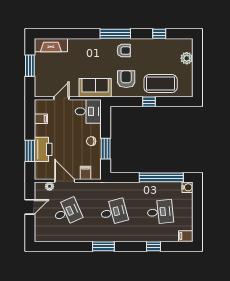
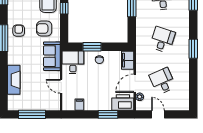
fireplace: (51, 45) -> (14, 80), moved
window: (30, 66) -> (32, 114), width x1.44
printer: (43, 149) -> (123, 102), moved
window: (106, 149) -> (92, 47), moved
filing cabinet: (85, 173) -> (128, 60), width x2.00
desk: (114, 212) -> (162, 40), turned 33

